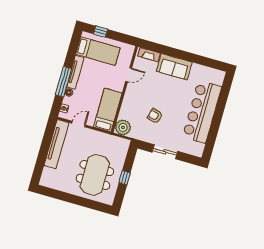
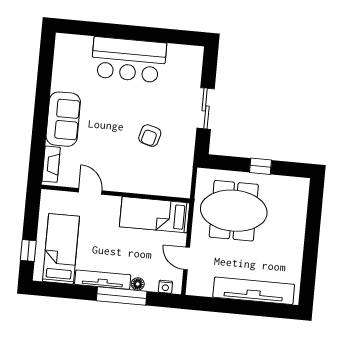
bar counter: (202, 112) -> (129, 60), width x0.73
plant: (123, 127) -> (178, 184), removed
tv unit: (57, 144) -> (254, 291), moved
meeting table: (95, 175) -> (234, 211), moved

